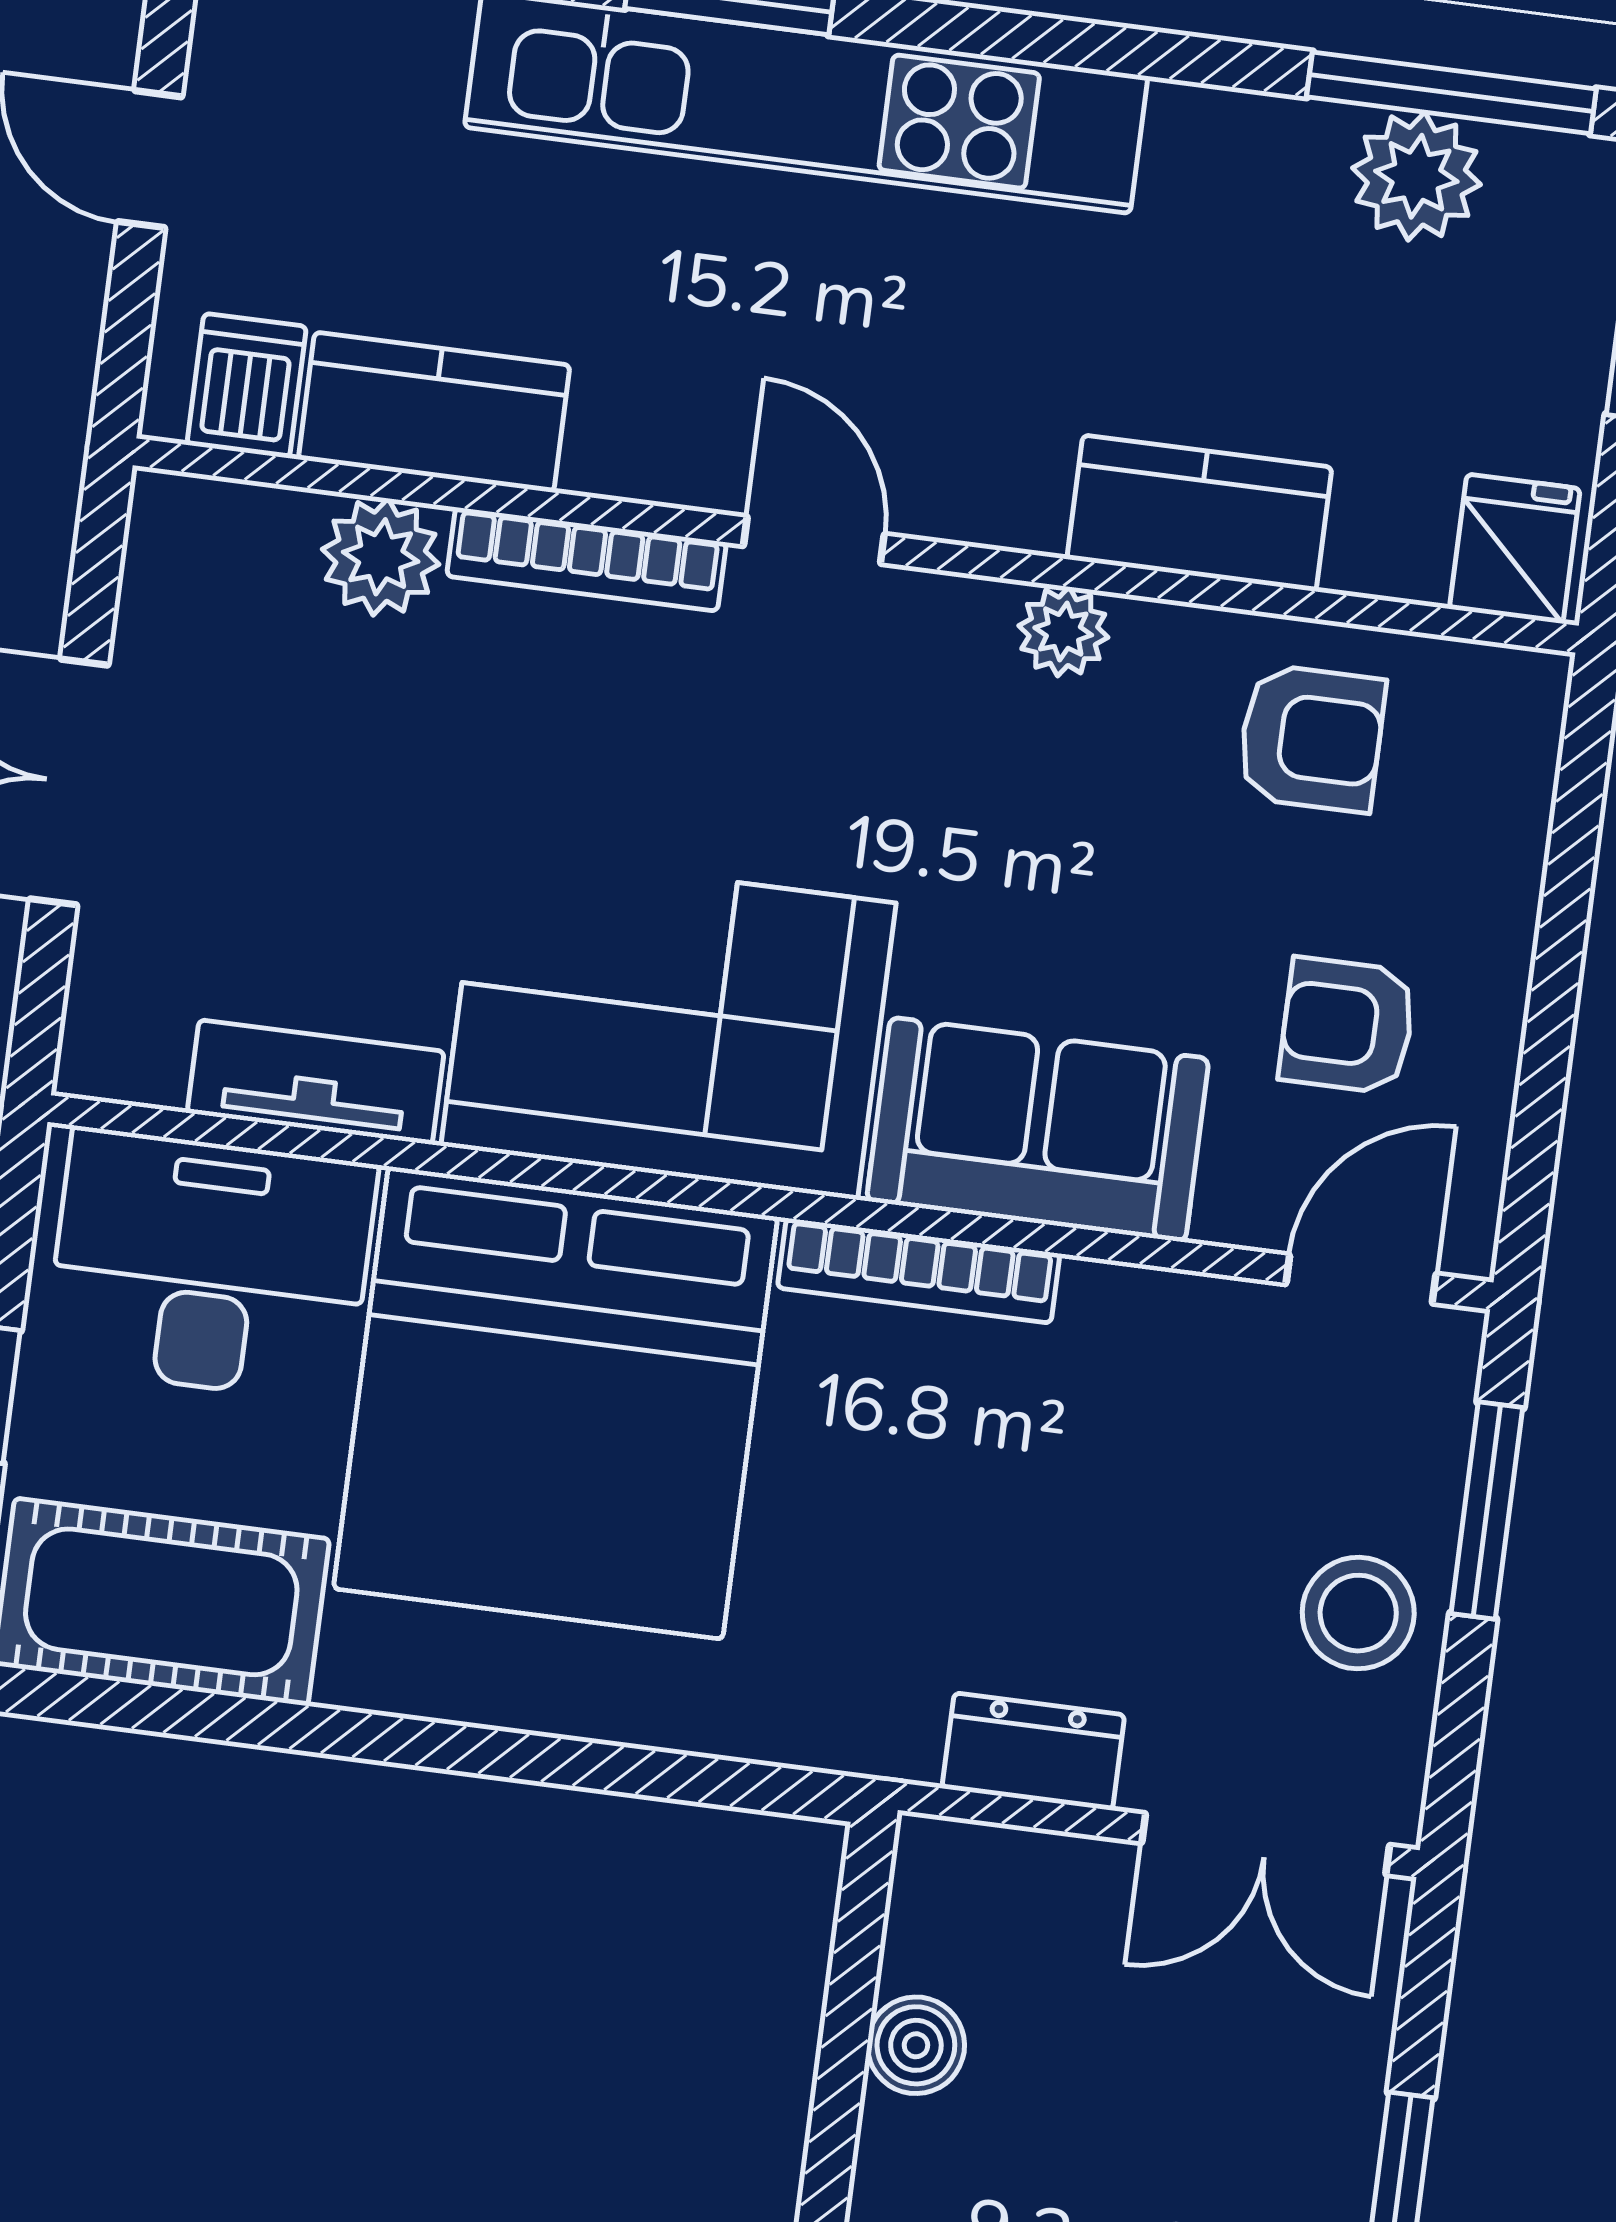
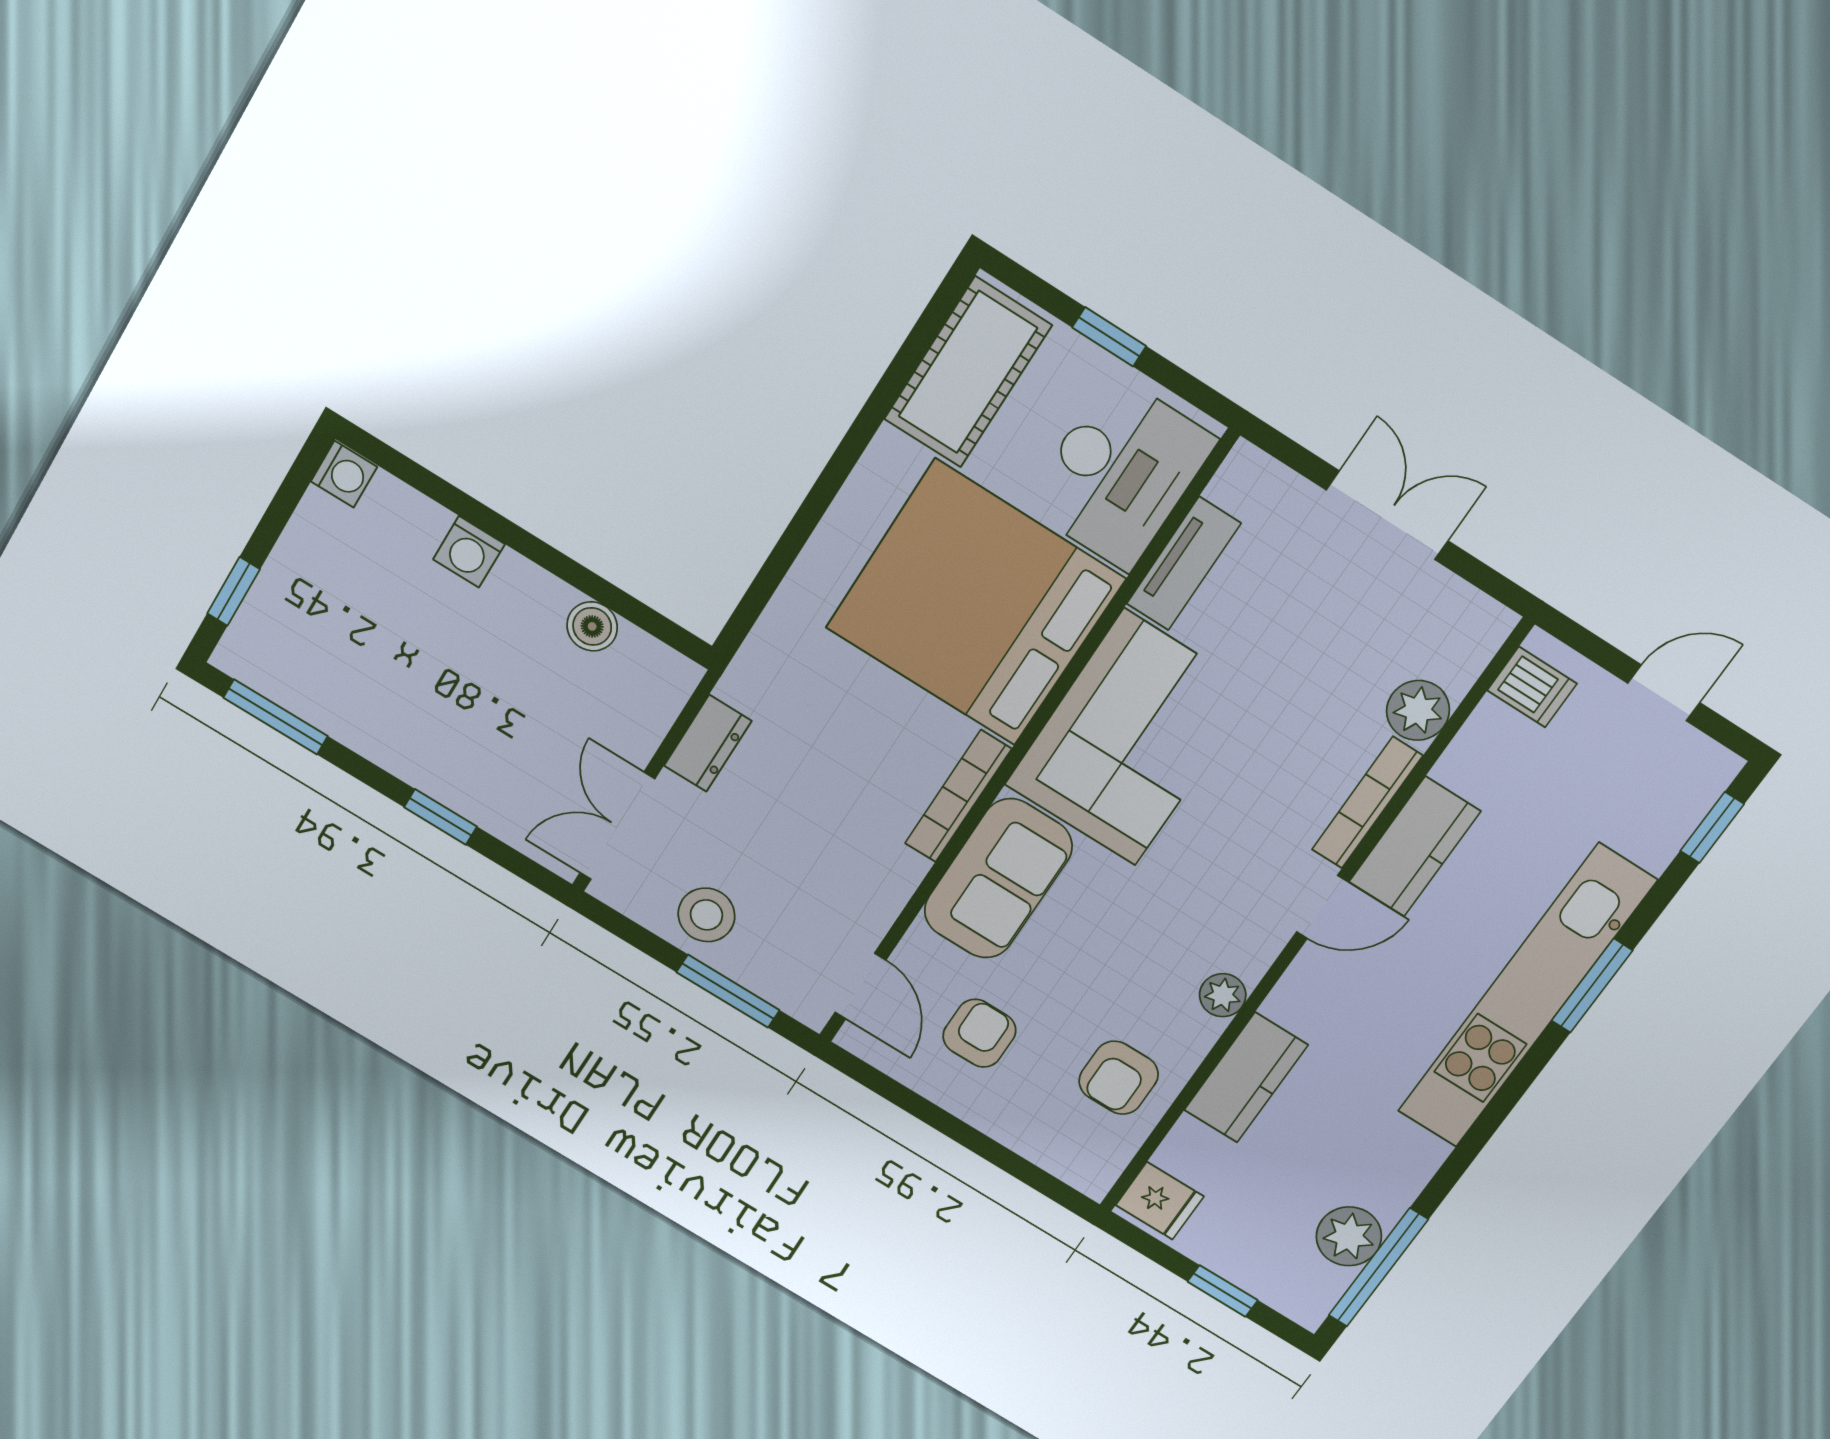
kitchen counter: (434, 412) -> (1415, 847), moved

